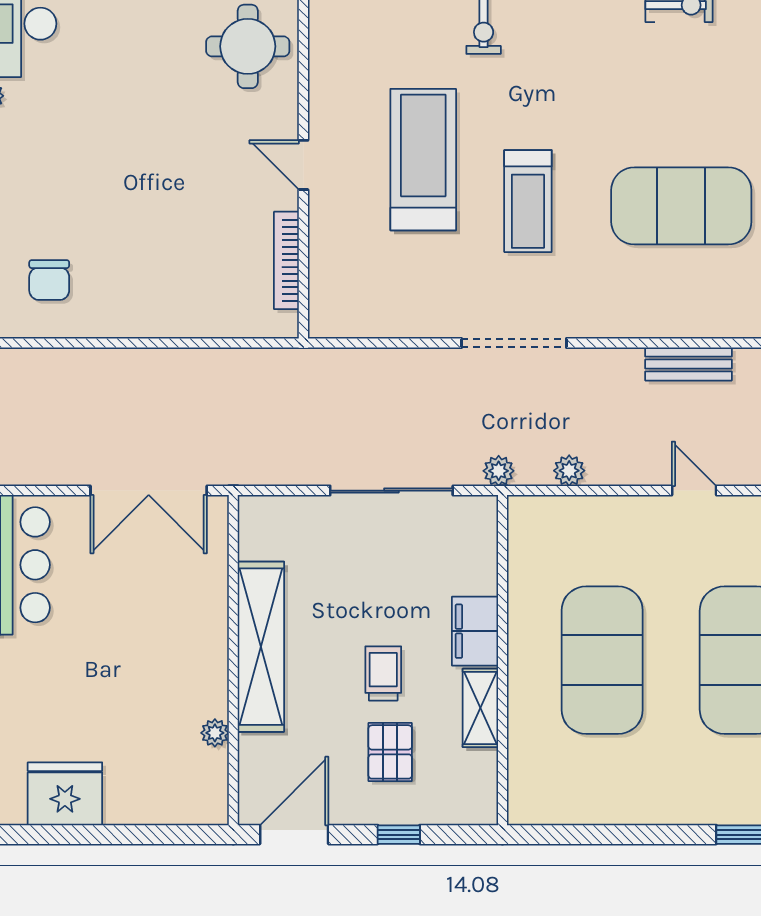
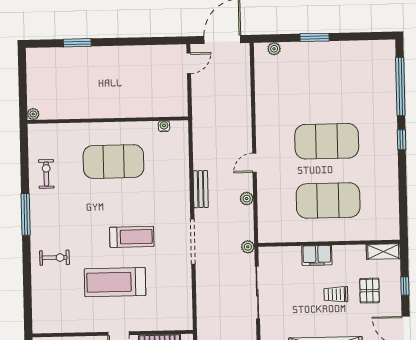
exercise mat: (681, 206) -> (113, 162), moved, turned 90
bench: (689, 364) -> (201, 189), moved
plant: (569, 471) -> (247, 199), moved
shelving: (480, 708) -> (383, 252), moved
pallet: (390, 752) -> (370, 291), turned 90

